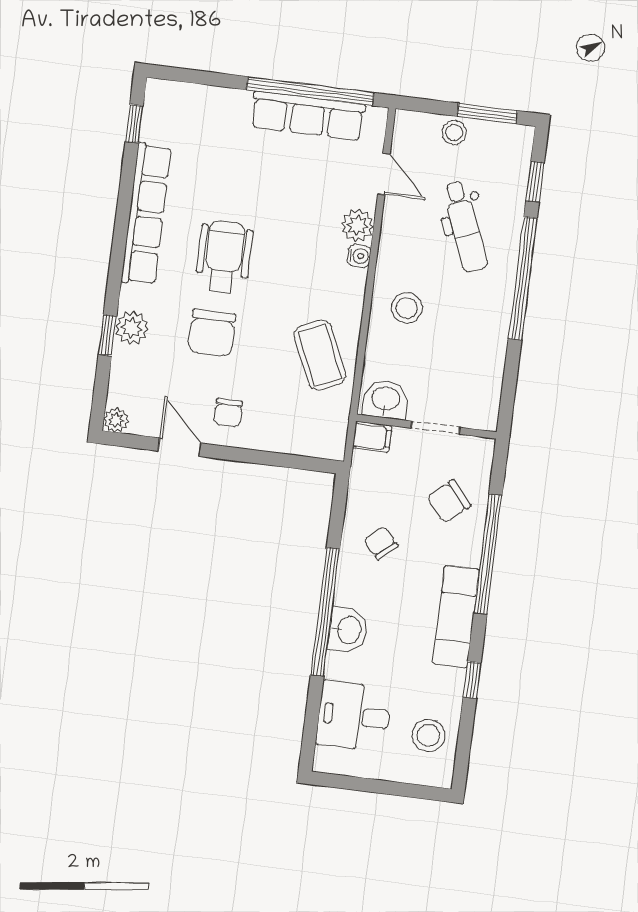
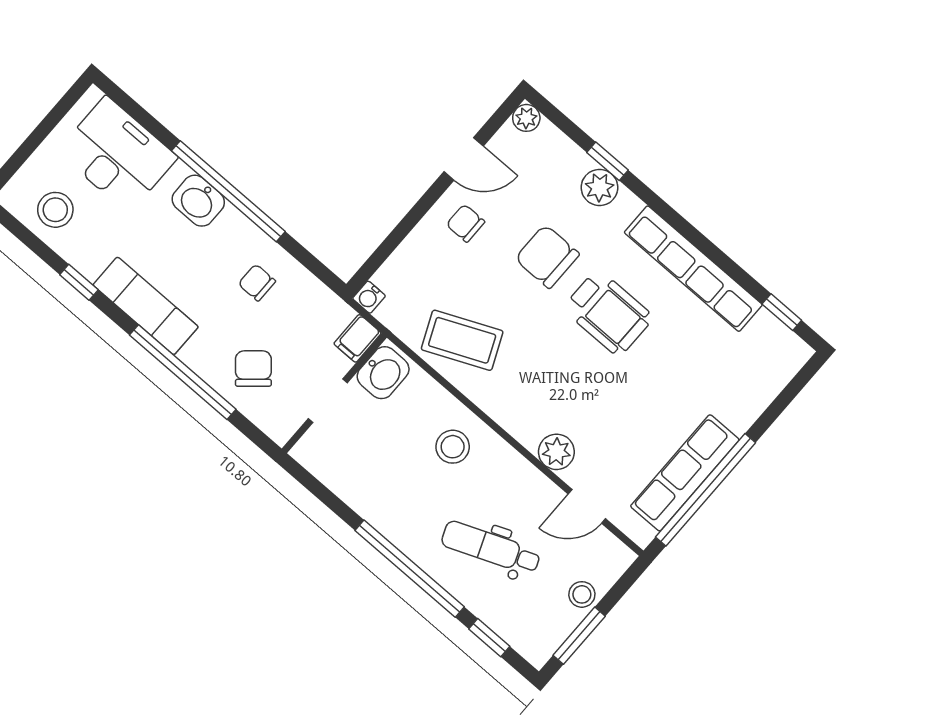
water cooler: (359, 256) -> (369, 297), moved
chair: (381, 543) -> (257, 283), turned -138
desk: (354, 716) -> (117, 154), width x1.37

